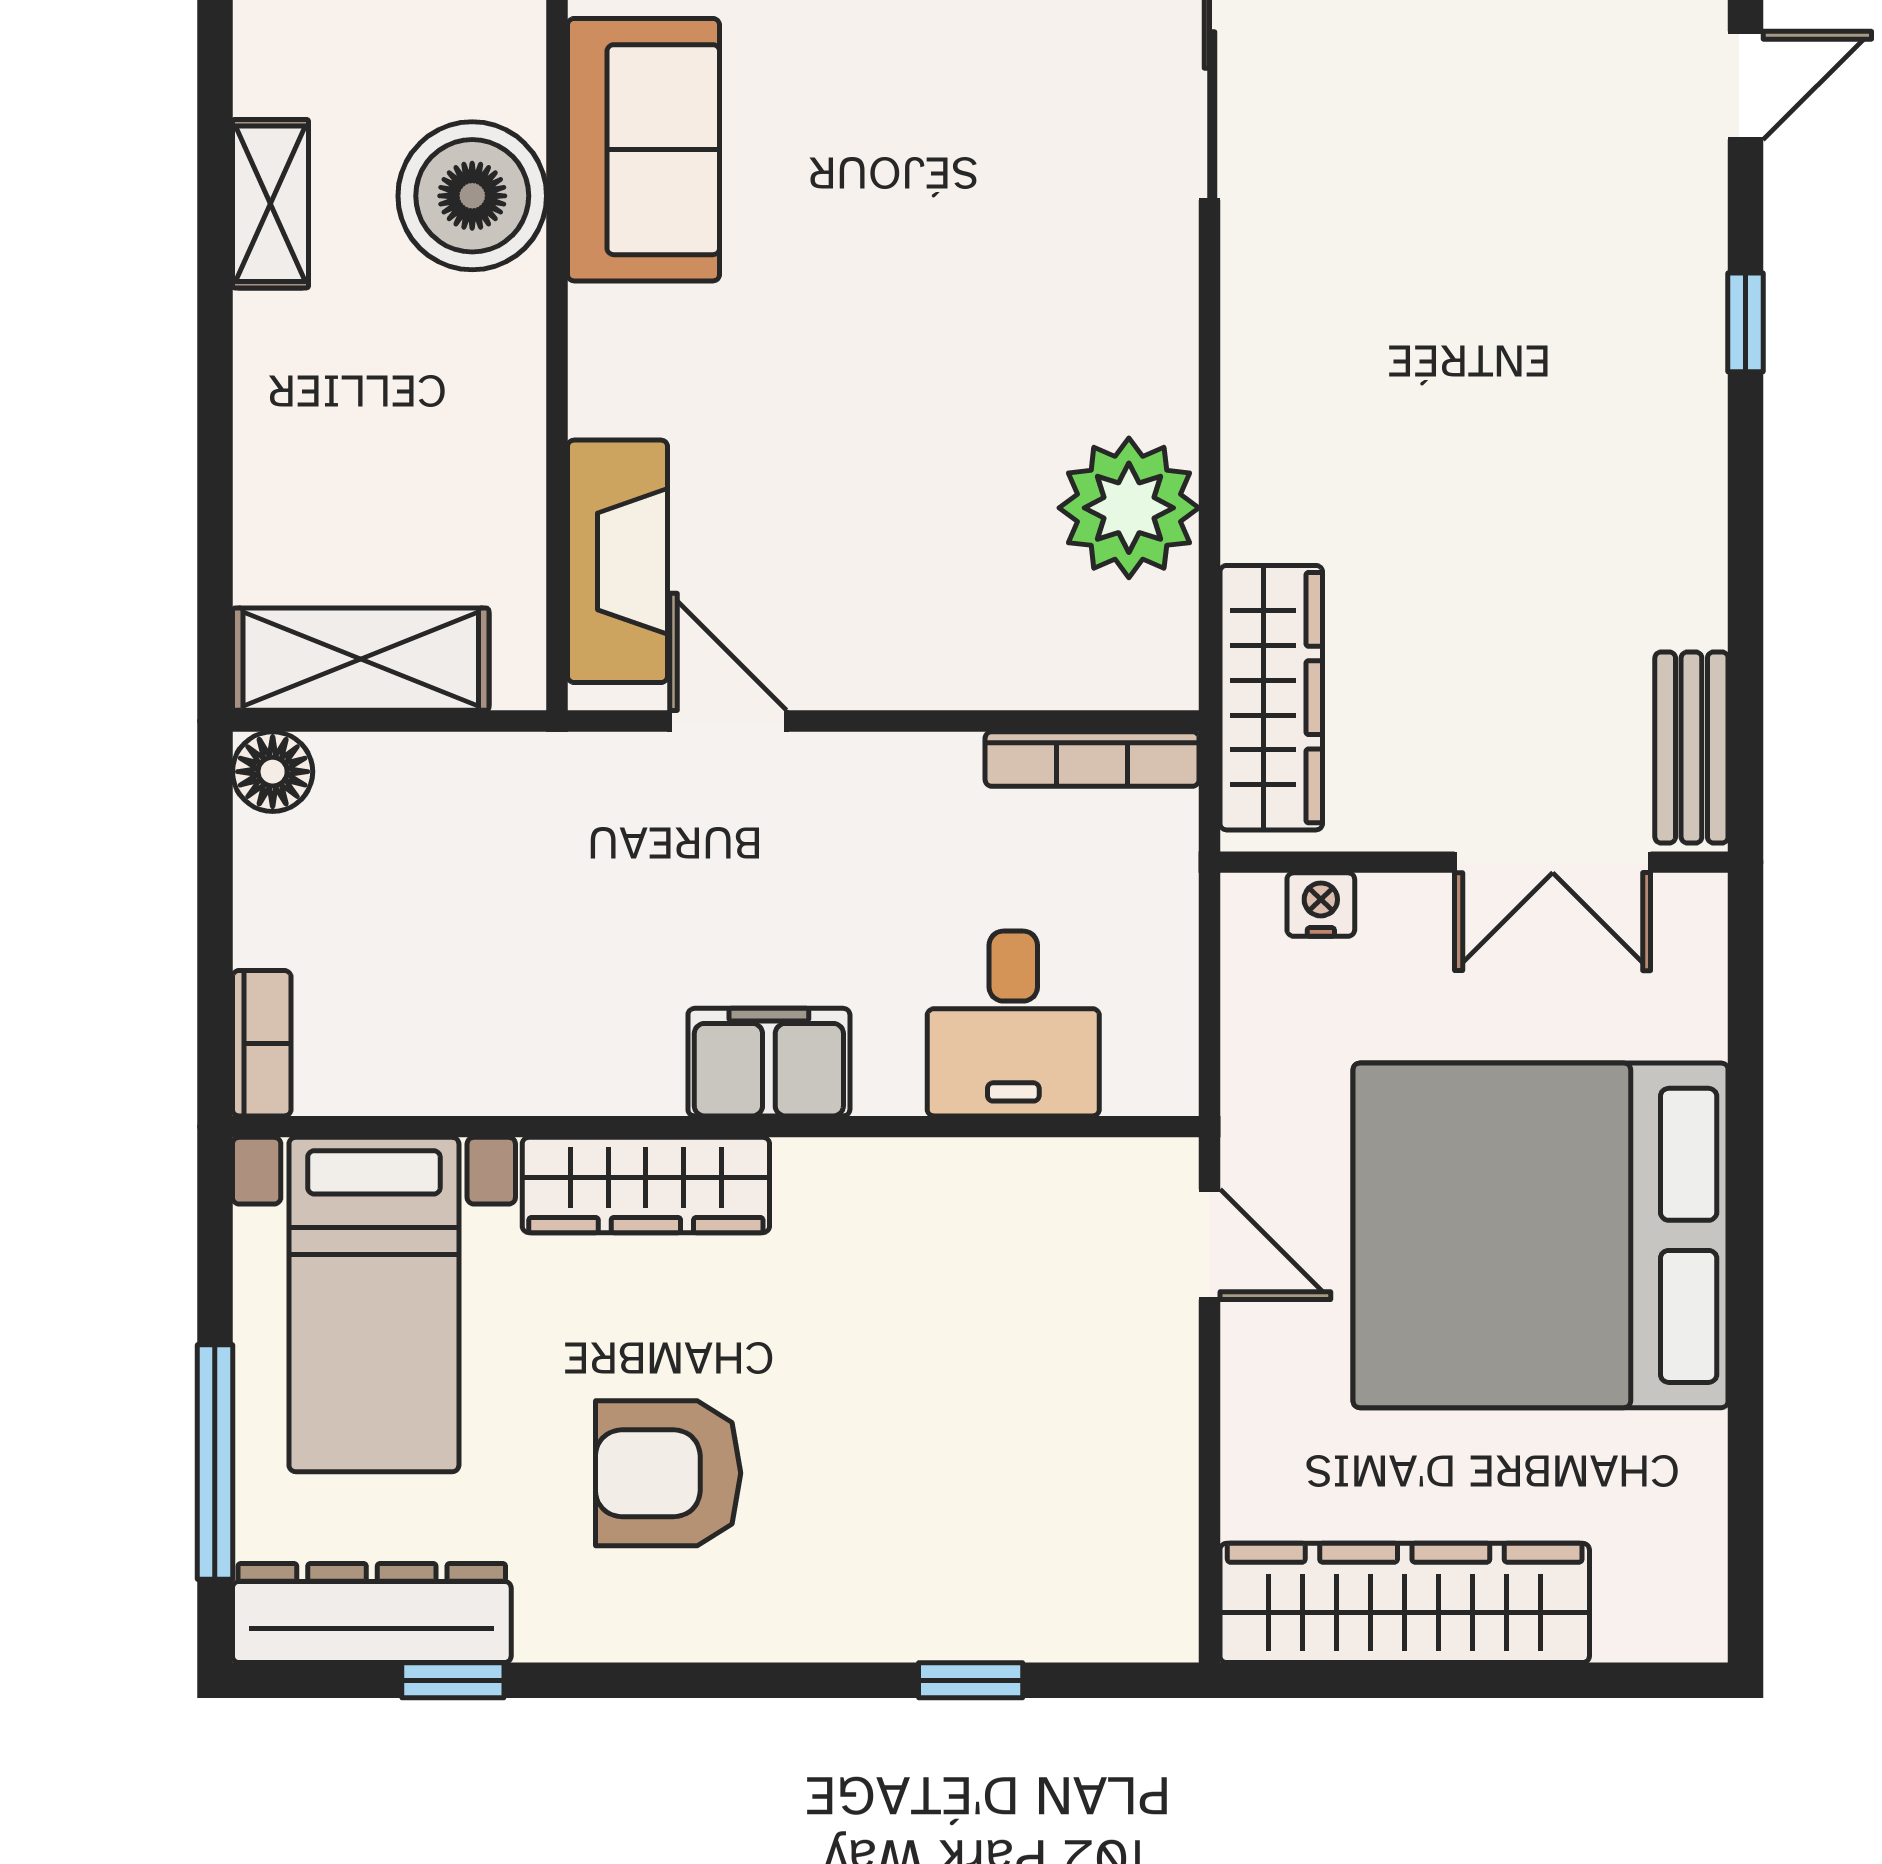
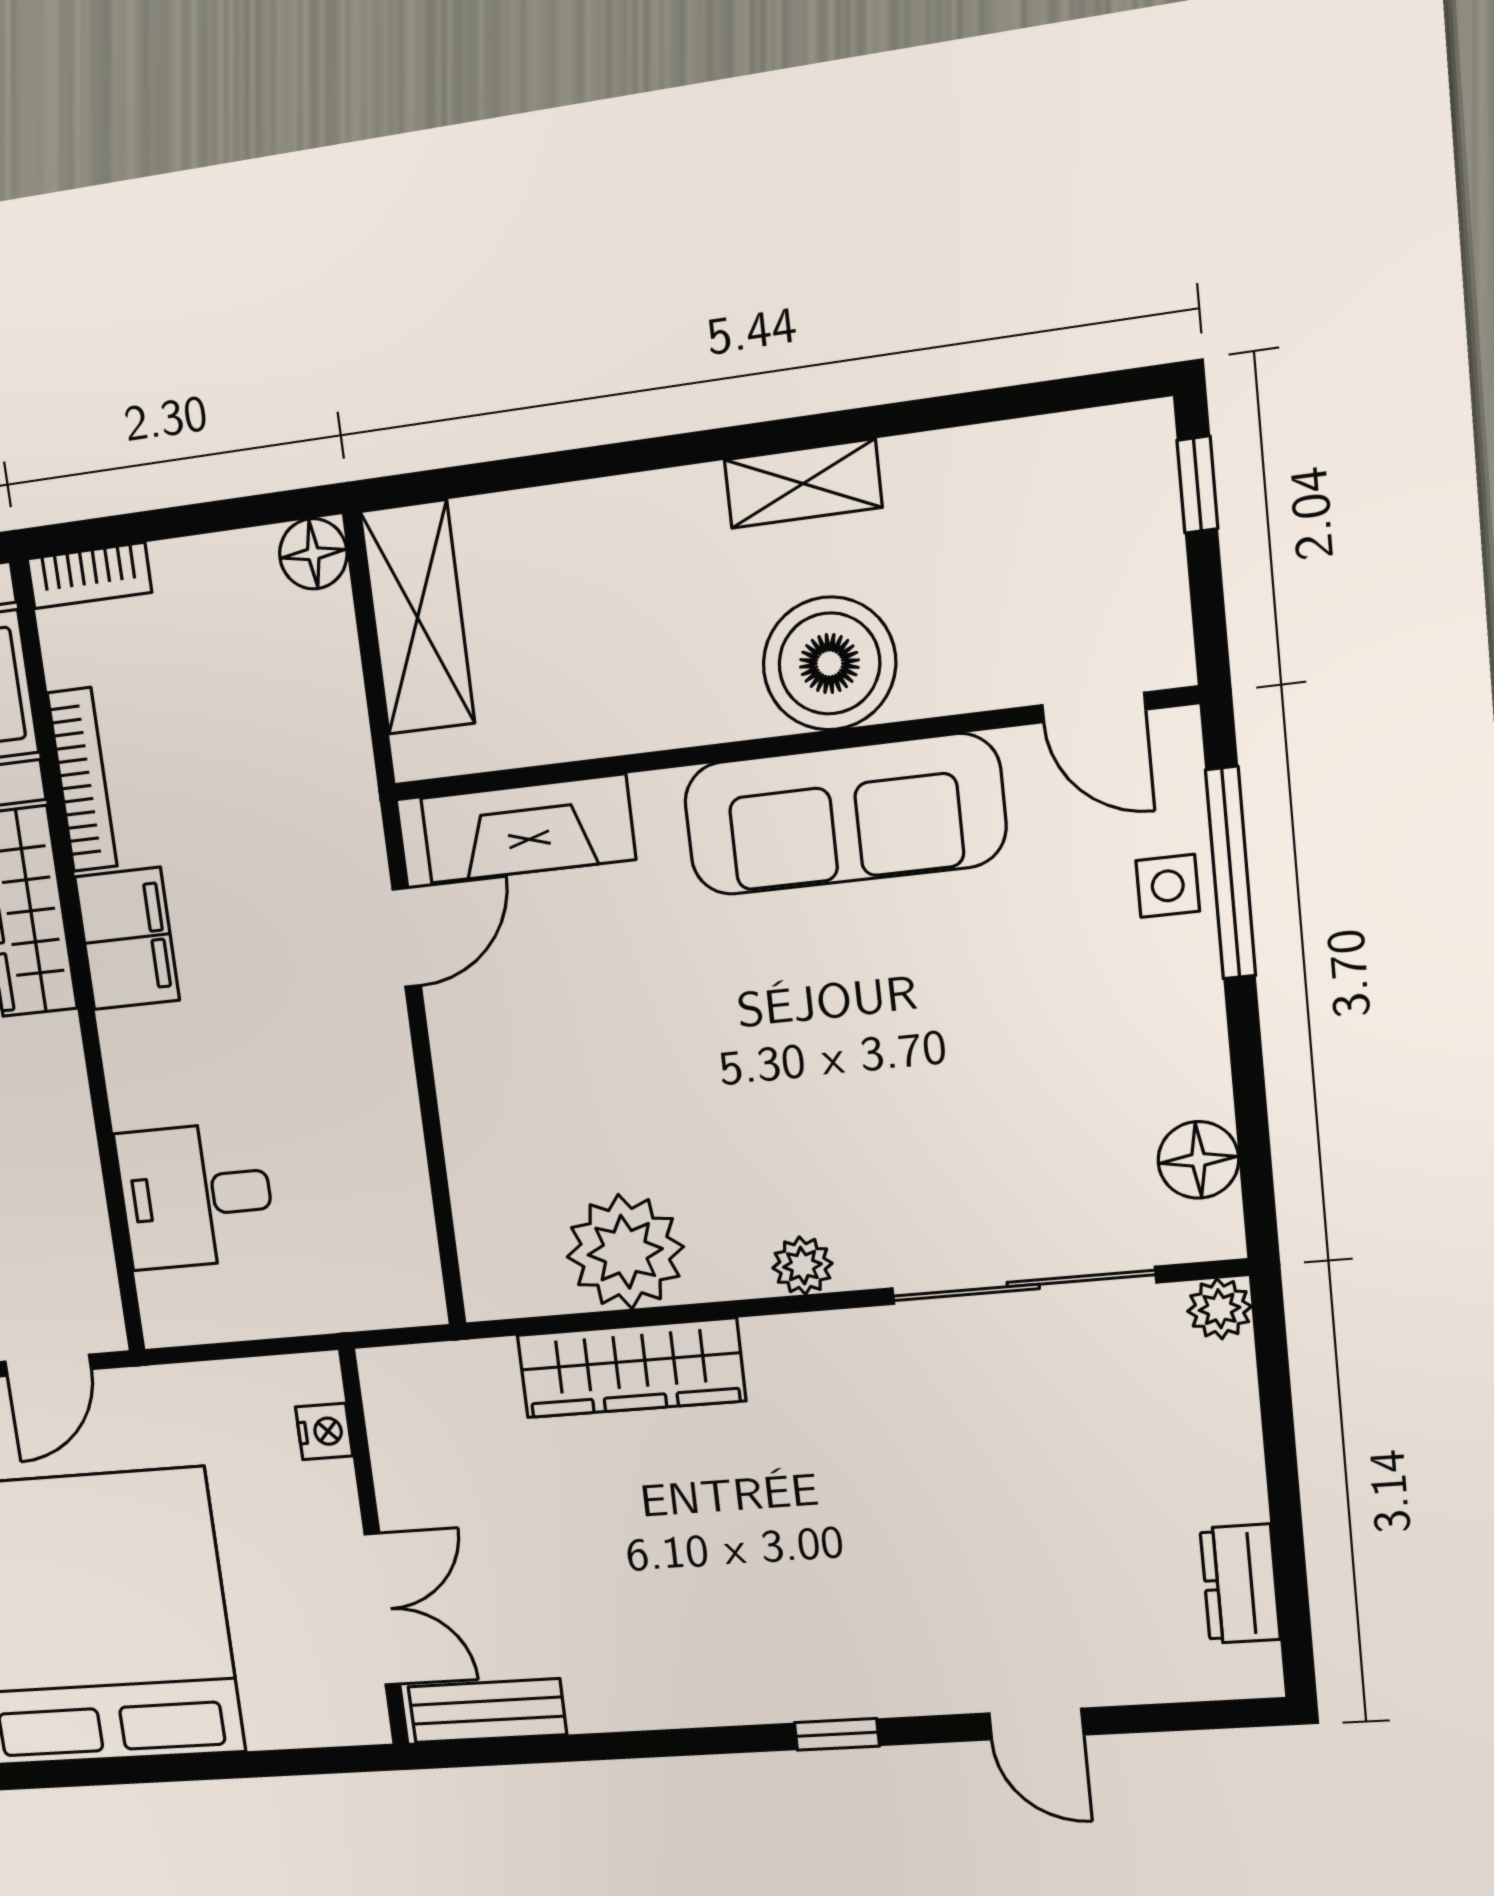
sofa: (644, 150) -> (844, 815), width x1.36
plant: (1164, 301) -> (802, 1266), added
wardrobe: (1271, 698) -> (631, 1368), moved
bookcase: (1092, 759) -> (82, 780), moved, turned 180
double door: (1553, 862) -> (382, 1609), swing flipped
filing cabinet: (769, 1062) -> (127, 939), moved

